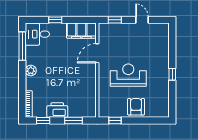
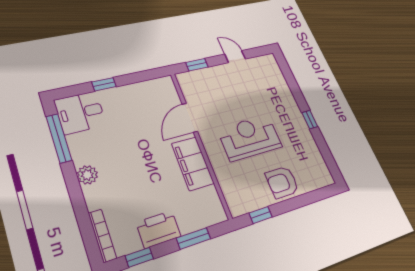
filing cabinet: (81, 31) -> (193, 163), moved, turned 90
armchair: (136, 107) -> (282, 182), turned -90

